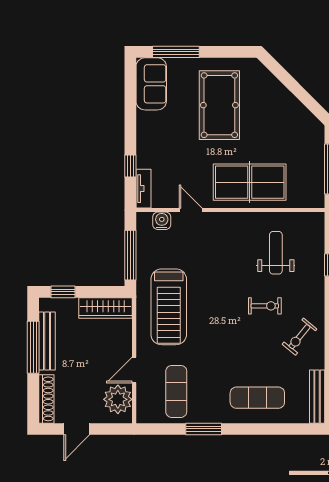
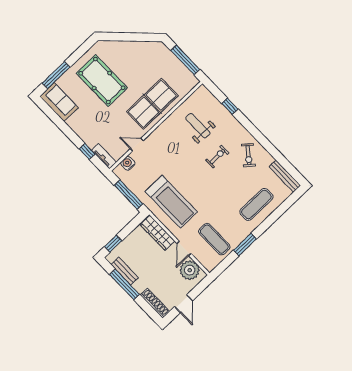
wardrobe: (105, 308) -> (158, 233), moved, turned 90
bench: (47, 341) -> (125, 271), width x0.73

